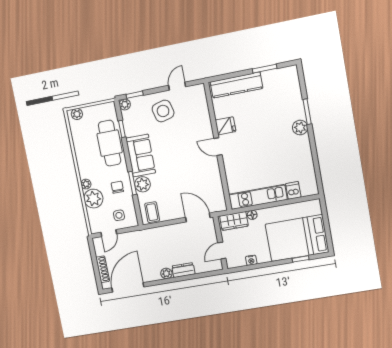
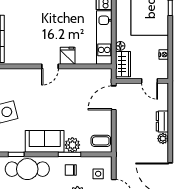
fridge: (225, 126) -> (68, 56), moved

